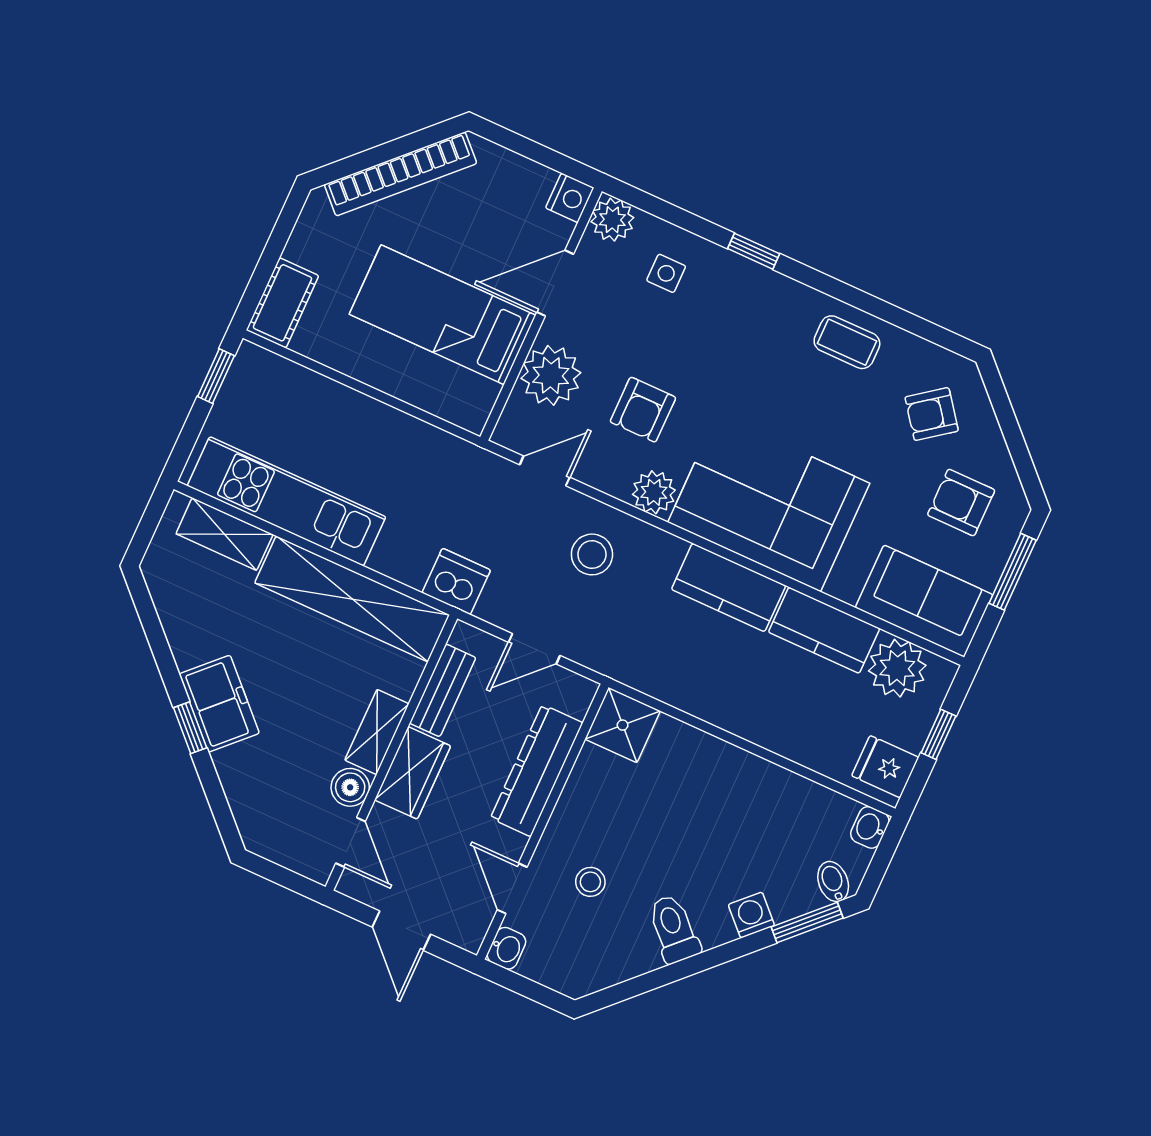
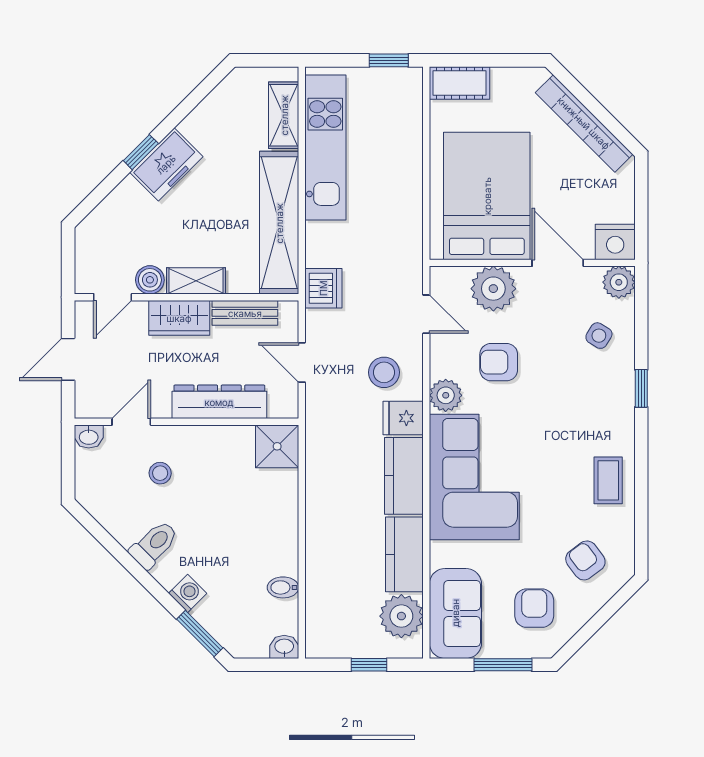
nightstand: (570, 198) -> (615, 242), width x1.36, depth x1.33
side table: (666, 273) -> (599, 336), turned 31
bed: (443, 315) -> (487, 196), width x1.50
fridge: (885, 767) -> (403, 418), moved, turned -90
bidet: (833, 882) -> (283, 587), moved, turned -135

